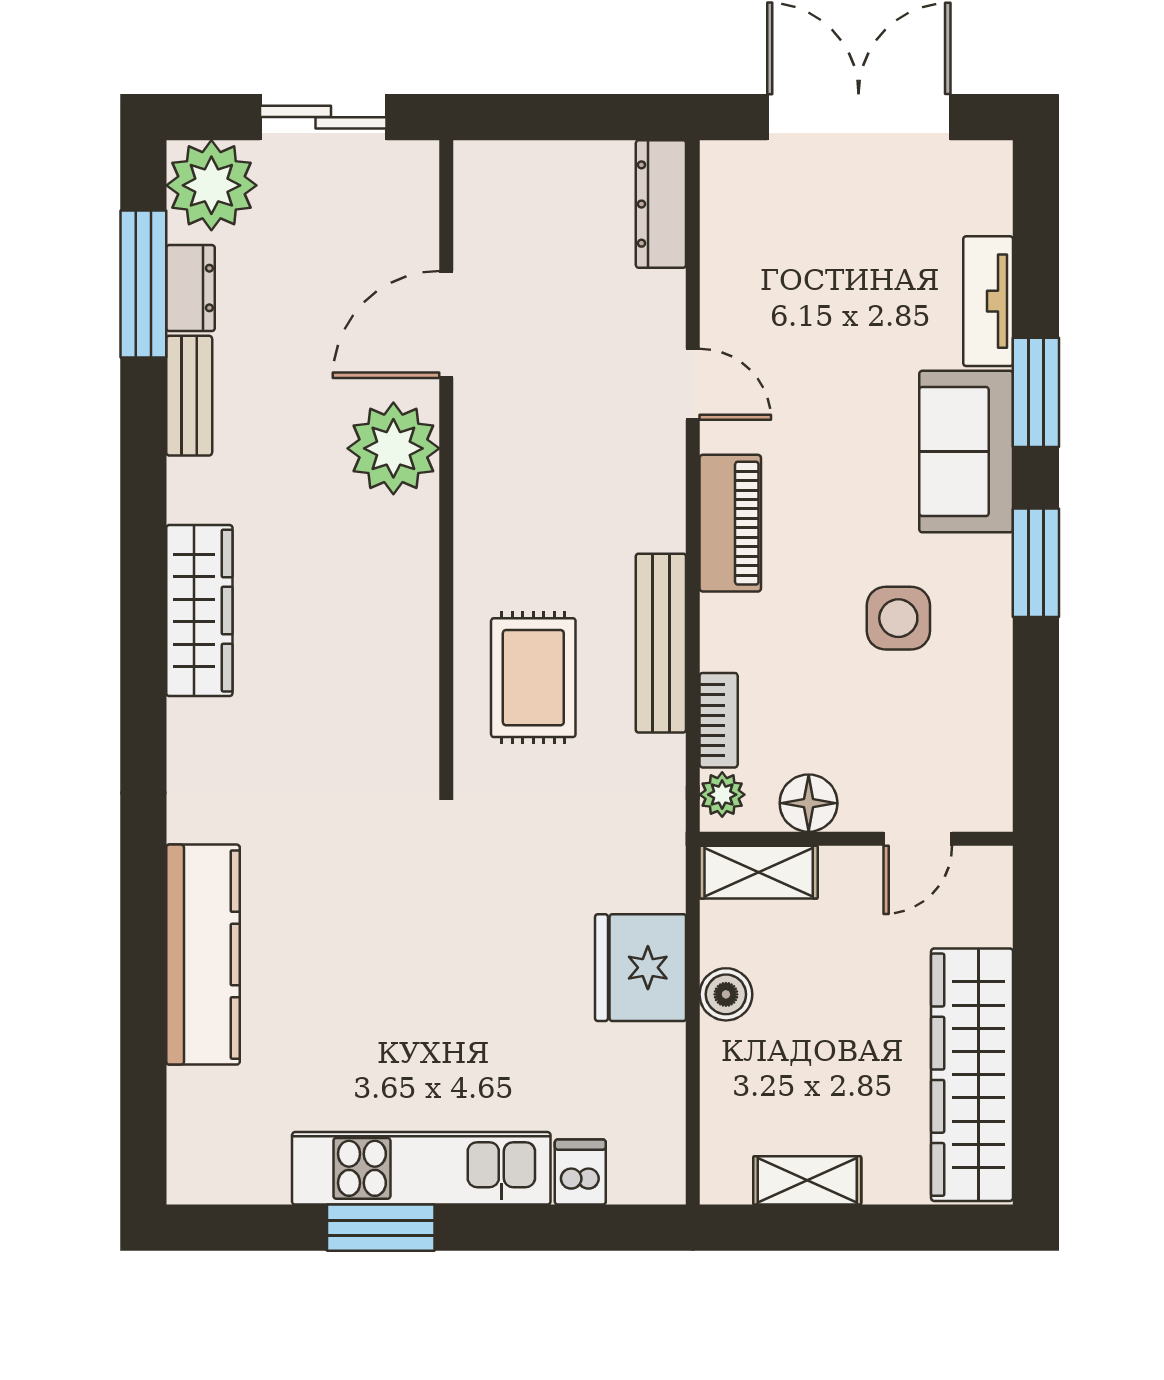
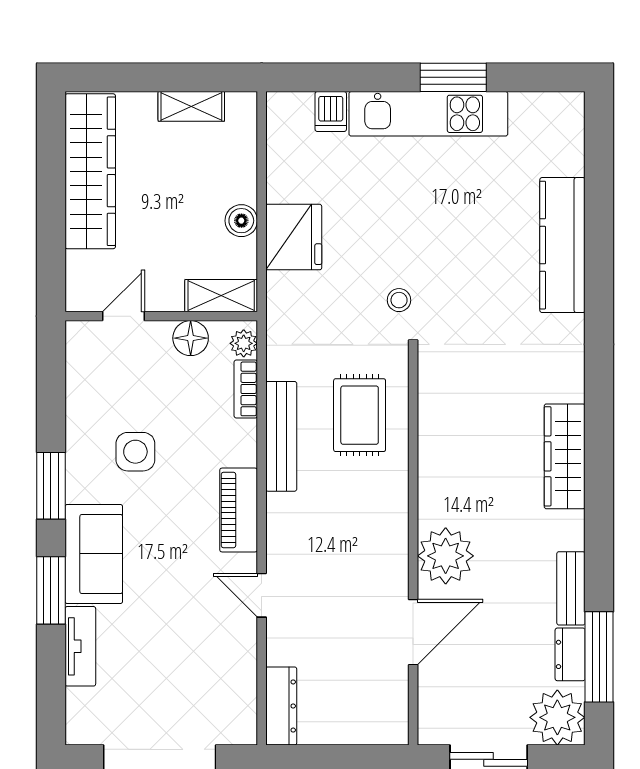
stool: (469, 865) -> (399, 300), added

